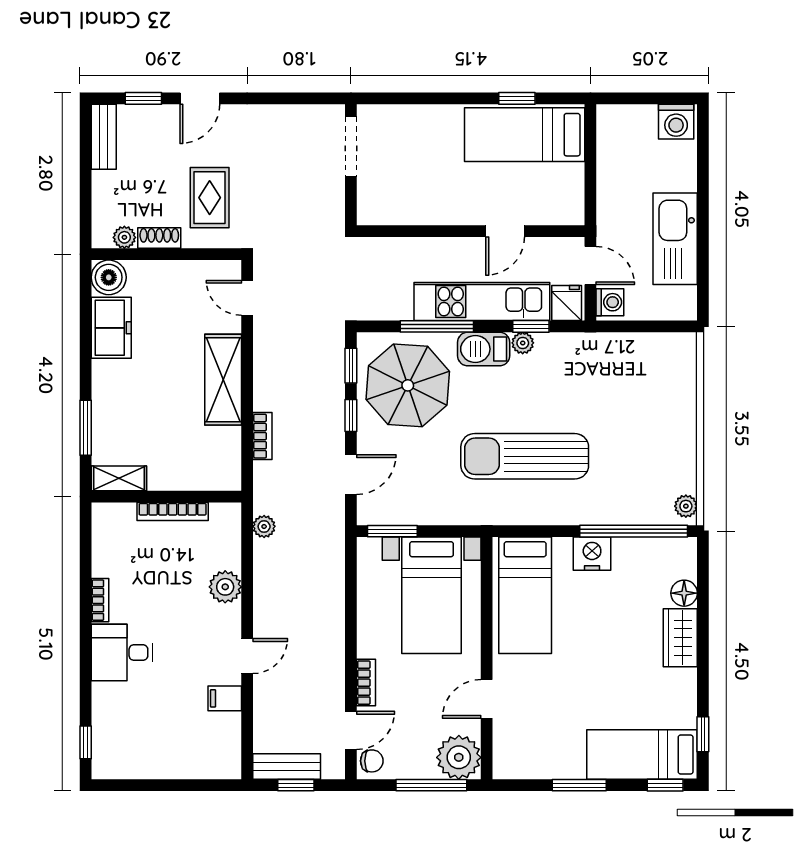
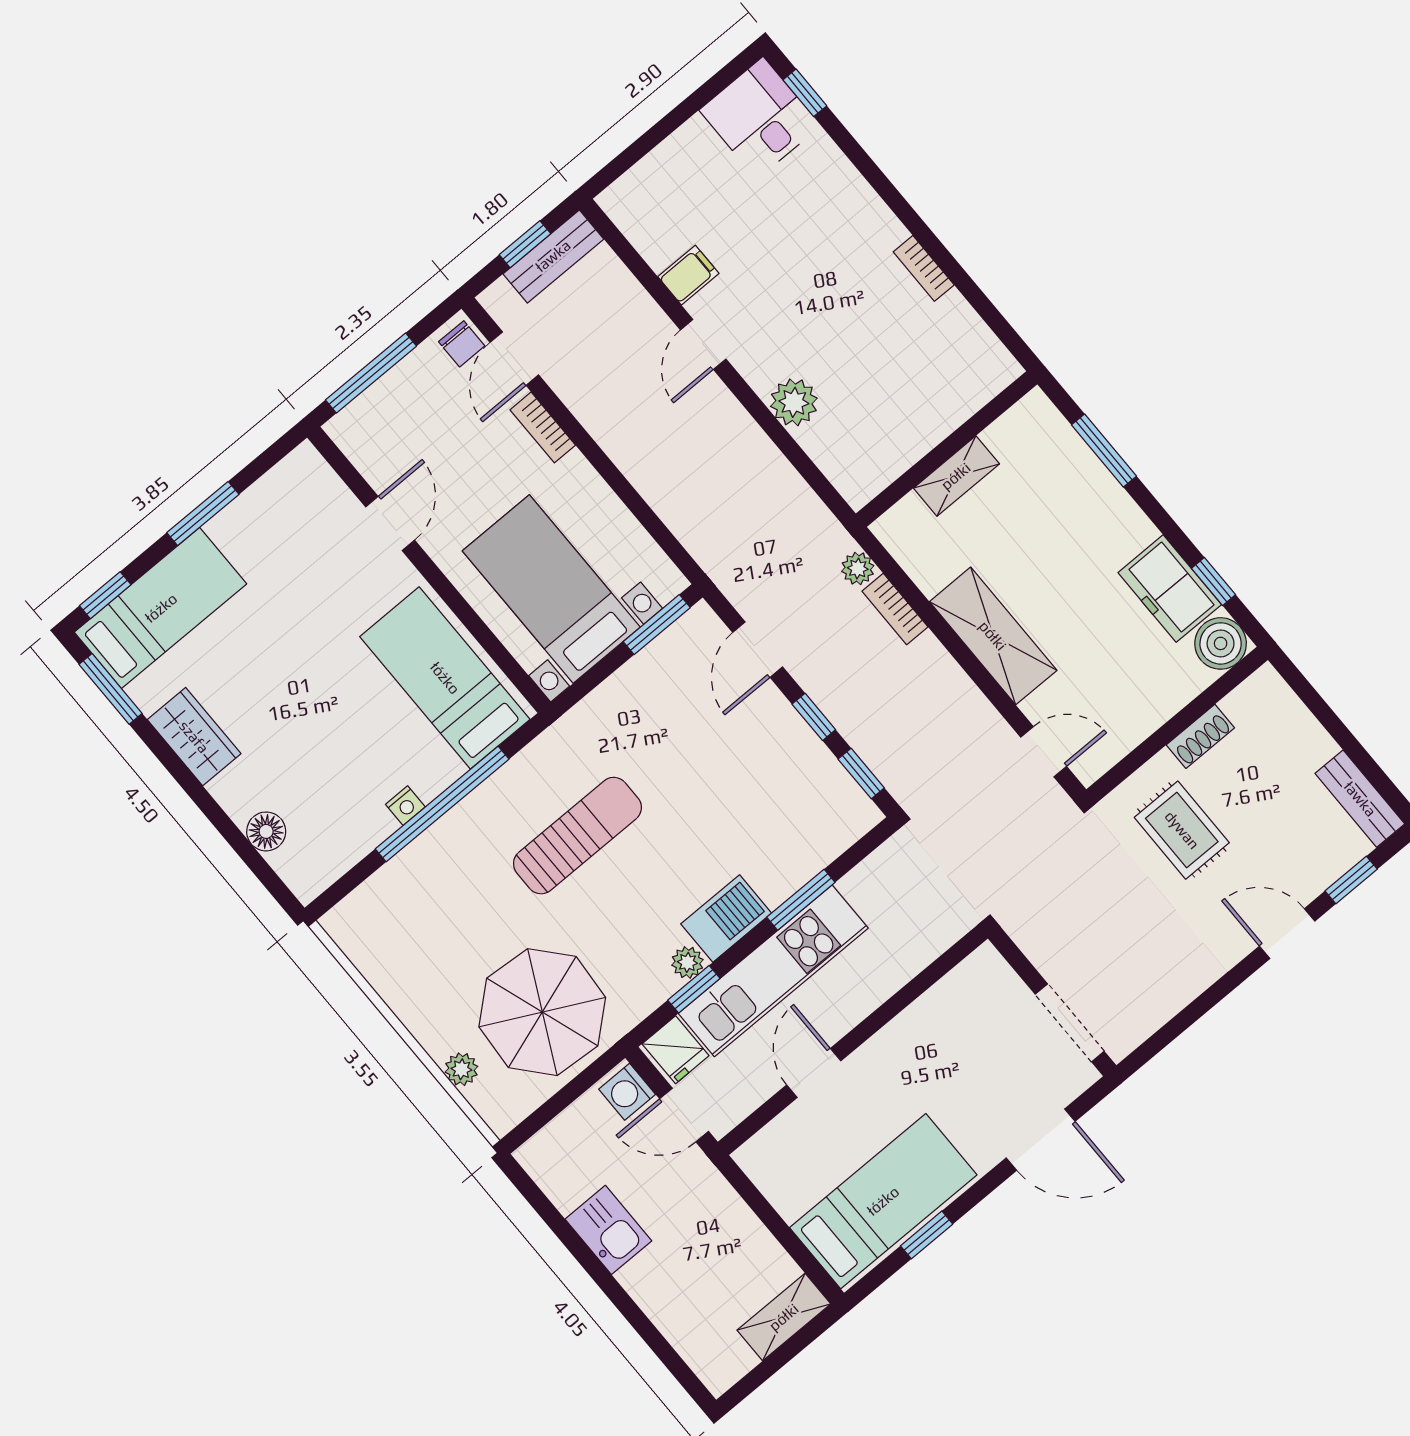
door: (200, 98) -> (1287, 934), hinge flipped
door: (417, 98) -> (1041, 1140), added
shelving: (626, 118) -> (784, 1317), added
washing machine: (676, 122) -> (723, 1360), removed
plant: (124, 237) -> (1241, 704), removed
kitchen sink: (675, 239) -> (608, 1230), width x0.53, depth x0.81
window: (86, 313) -> (1213, 581), added
window: (437, 326) -> (801, 900), width x0.69
parasol: (408, 385) -> (542, 1012), moved
sun lounger: (525, 456) -> (577, 836), width x0.73, depth x0.75
shelving: (119, 478) -> (956, 476), moved
plant: (686, 506) -> (461, 1069), moved
bookcase: (173, 511) -> (925, 438), removed
plant: (264, 526) -> (858, 569), moved
window: (634, 531) -> (442, 804), moved
nightstand: (592, 554) -> (405, 806), width x0.53, depth x0.56
wardrobe: (680, 638) -> (194, 737), moved
desk: (122, 653) -> (760, 118), moved, turned -90
window: (703, 734) -> (111, 689), width x1.50
plant: (459, 757) -> (366, 431), removed
chair: (372, 761) -> (462, 344), turned -90

